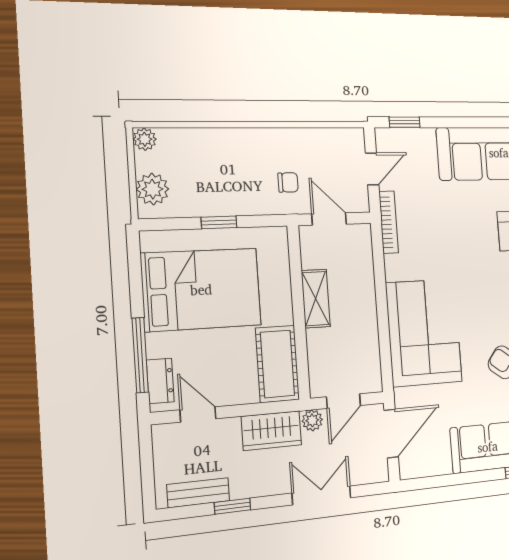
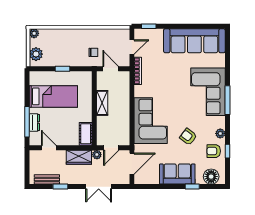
bed: (201, 290) -> (53, 96), width x0.67
cot: (277, 364) -> (86, 134), width x0.73, depth x0.75
dresser: (160, 381) -> (34, 123), moved
double door: (321, 495) -> (99, 187), swing flipped

